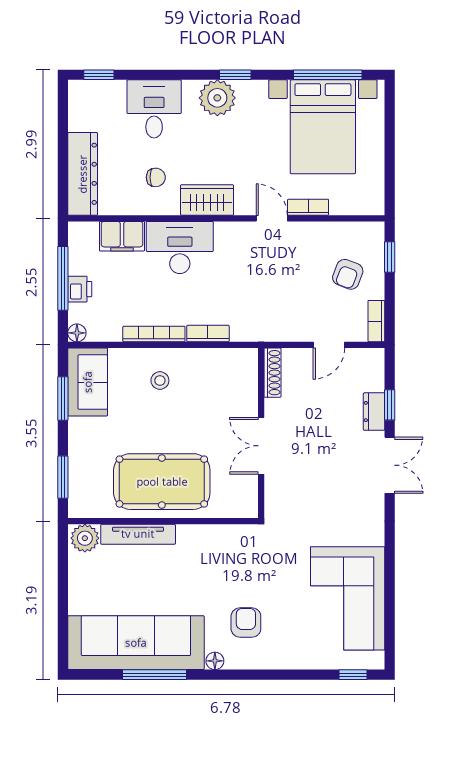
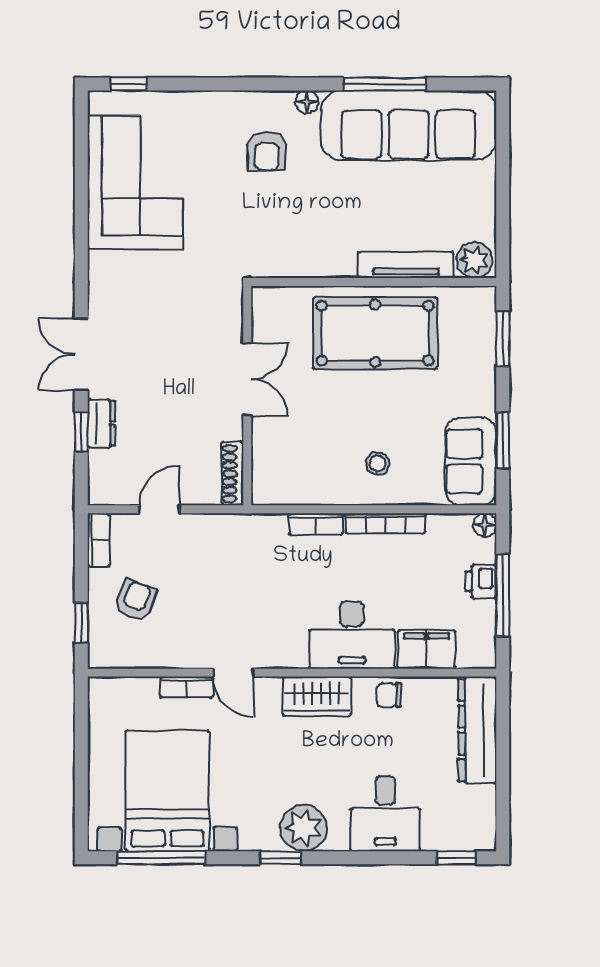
chair: (156, 177) -> (389, 695), moved

